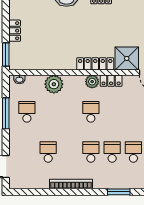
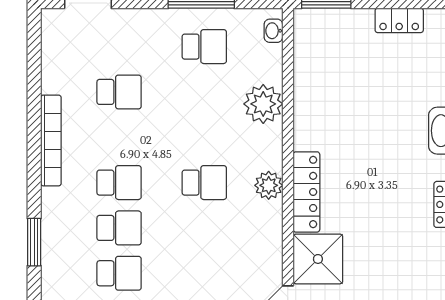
locker: (15, 31) -> (399, 20), moved
locker: (111, 81) -> (271, 226), removed

